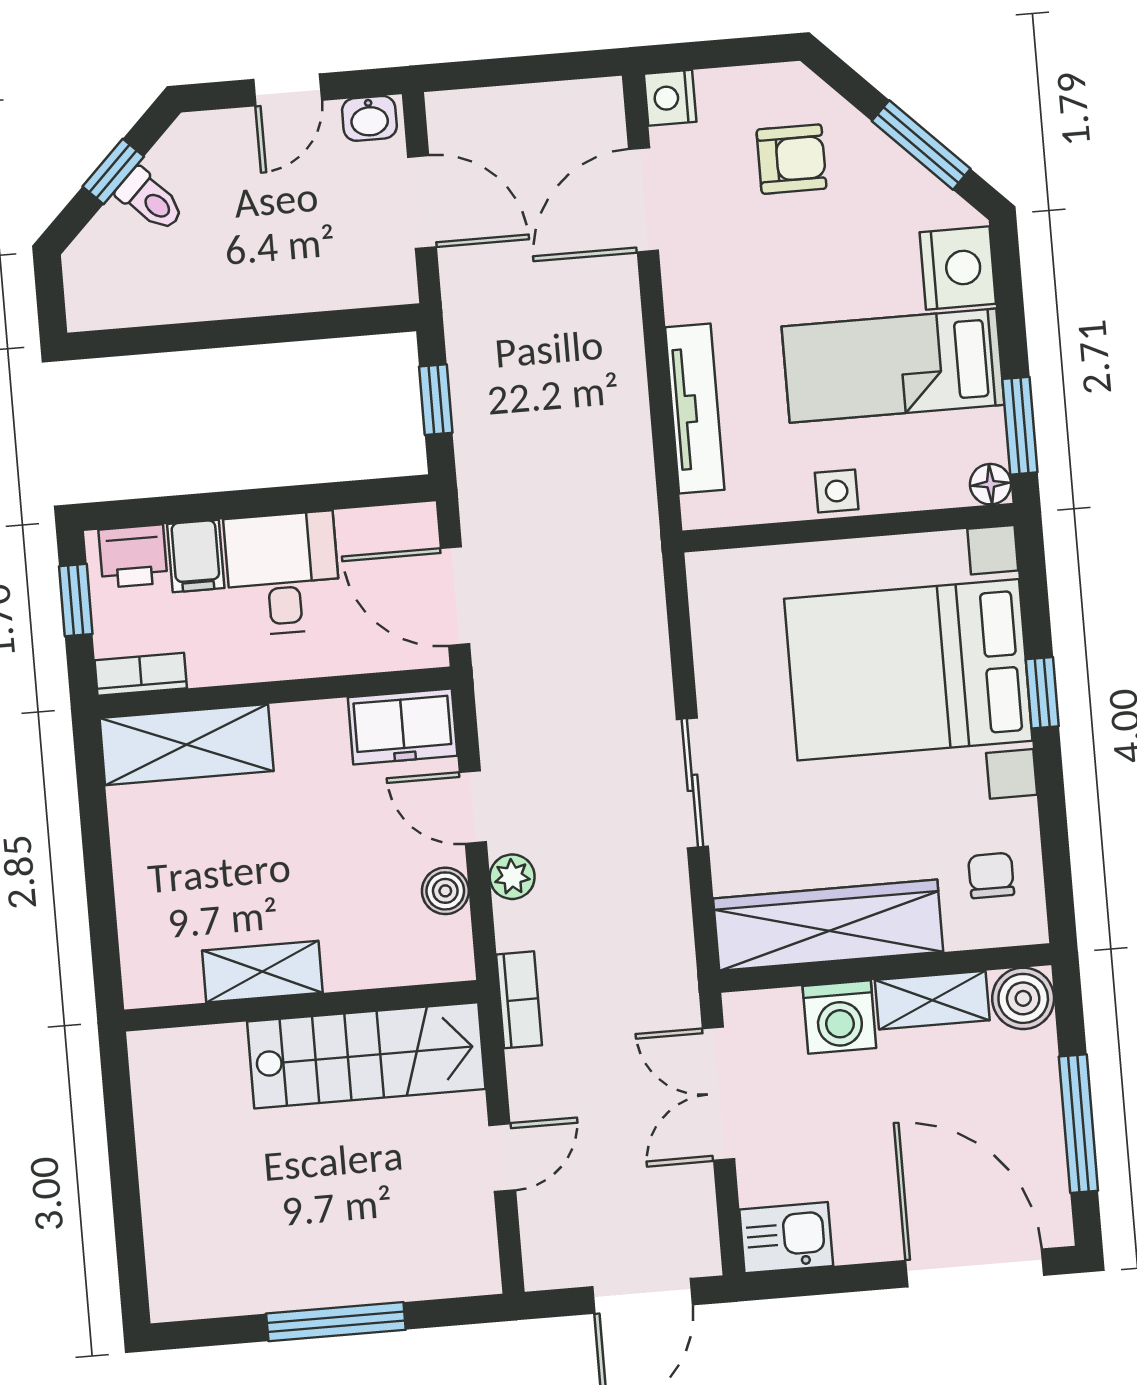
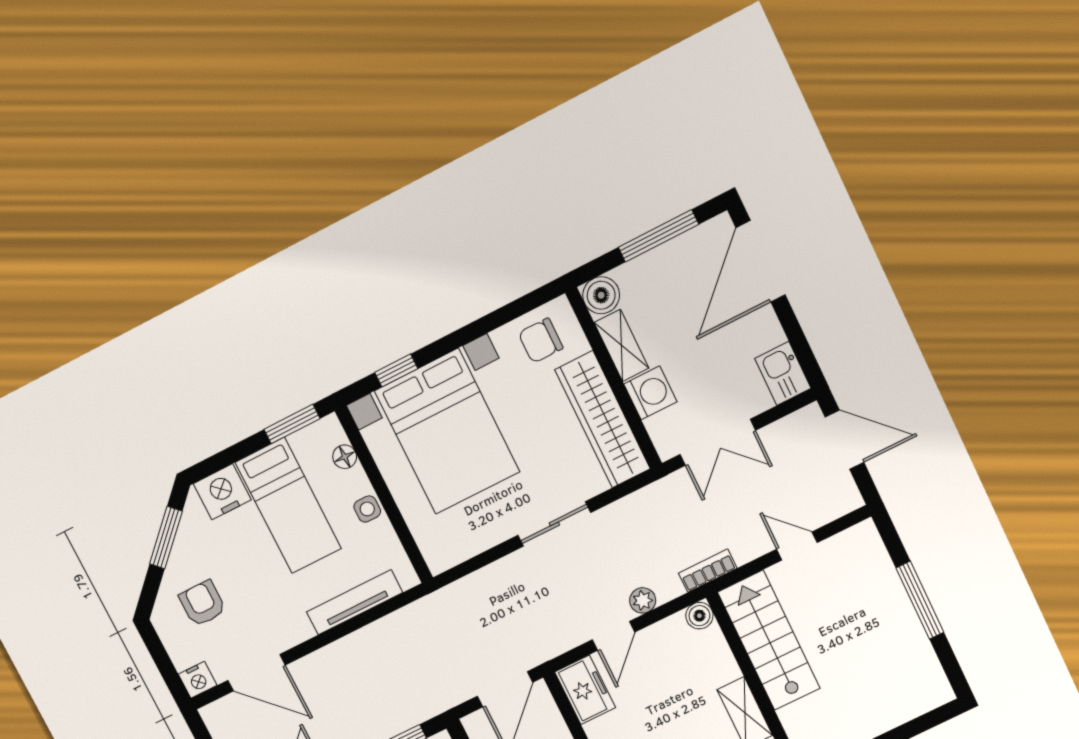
floor lamp: (990, 484) -> (345, 457), moved
window: (1042, 693) -> (396, 370), moved
chair: (991, 875) -> (541, 341), width x1.37, depth x1.37
boiler: (445, 891) -> (699, 616), moved

